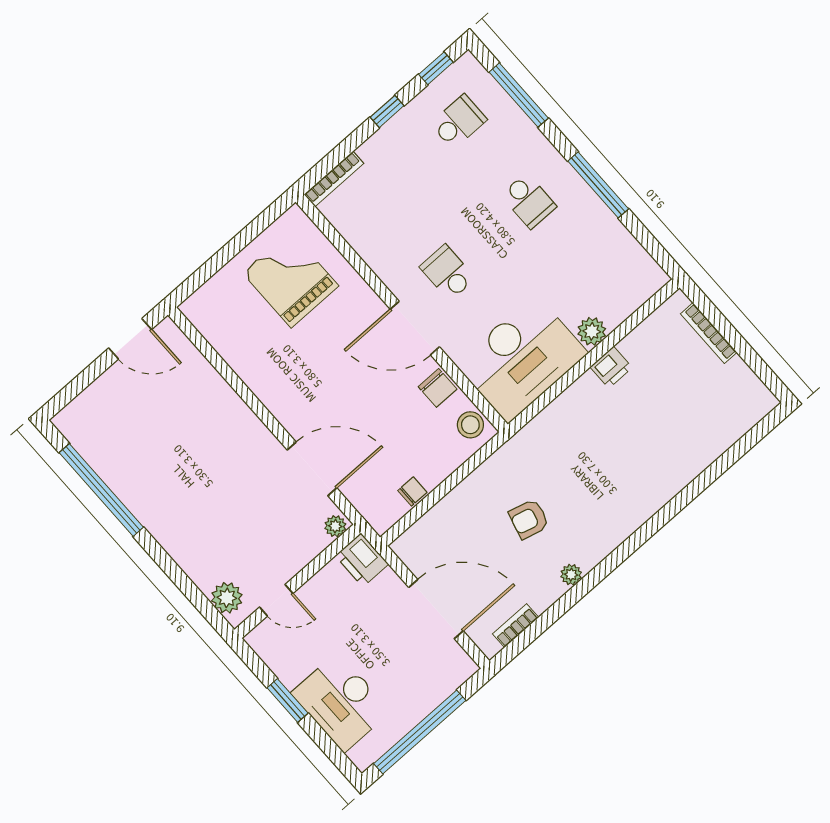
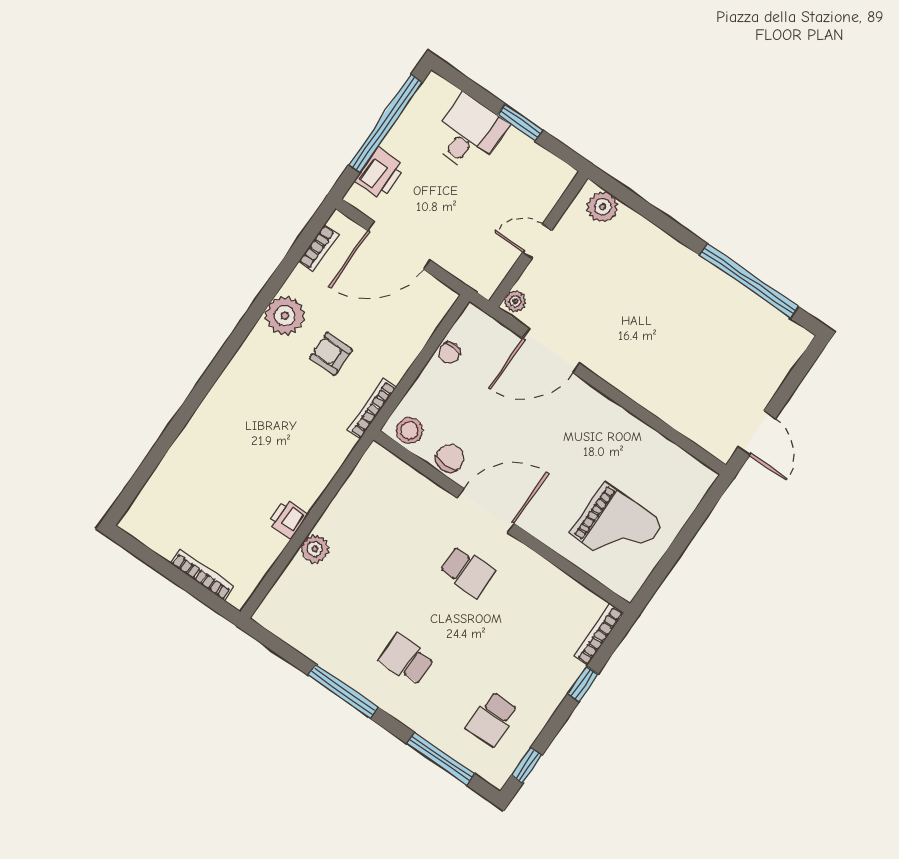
window: (387, 111) -> (583, 684), moved
door: (130, 339) -> (757, 433), swing flipped
desk: (521, 358) -> (376, 506), removed
chair: (438, 388) -> (450, 458), turned 90
bookcase: (502, 455) -> (372, 409), added
armchair: (529, 519) -> (331, 354), turned -105
printer: (362, 560) -> (380, 174), moved, turned 90
plant: (571, 575) -> (285, 316), width x1.87, depth x1.87
door: (276, 600) -> (537, 241), moved
desk: (341, 702) -> (468, 133), width x0.73

